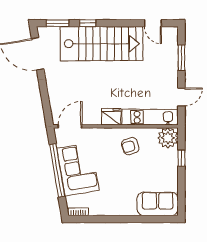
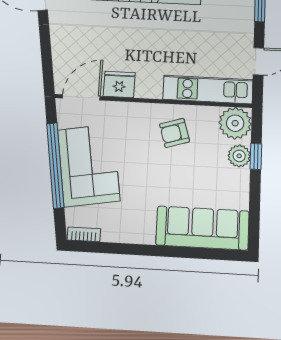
fridge: (111, 117) -> (119, 85), moved
plant: (171, 158) -> (239, 156), added
sofa: (158, 204) -> (202, 228), width x1.36

